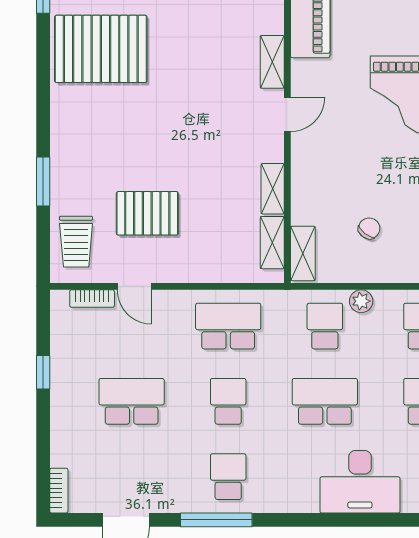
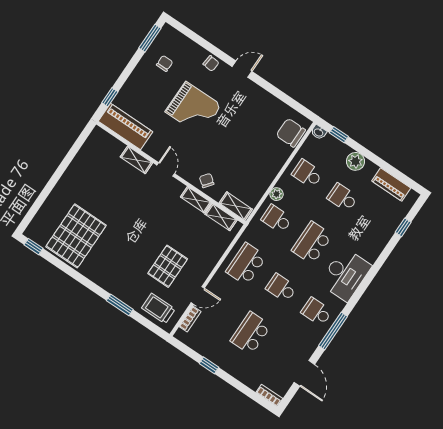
chair: (369, 228) -> (207, 181), moved
trolley: (76, 242) -> (158, 309), turned 180
desk: (360, 482) -> (345, 274), moved

